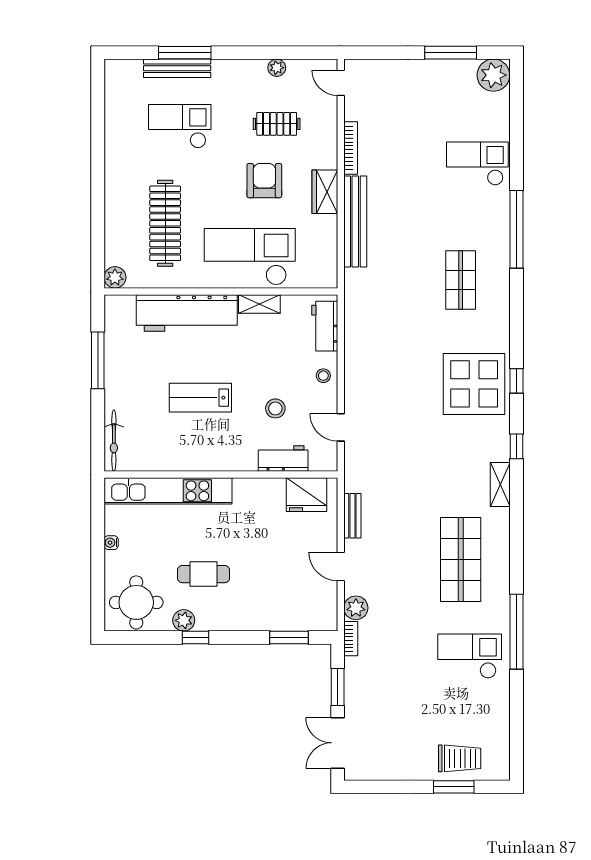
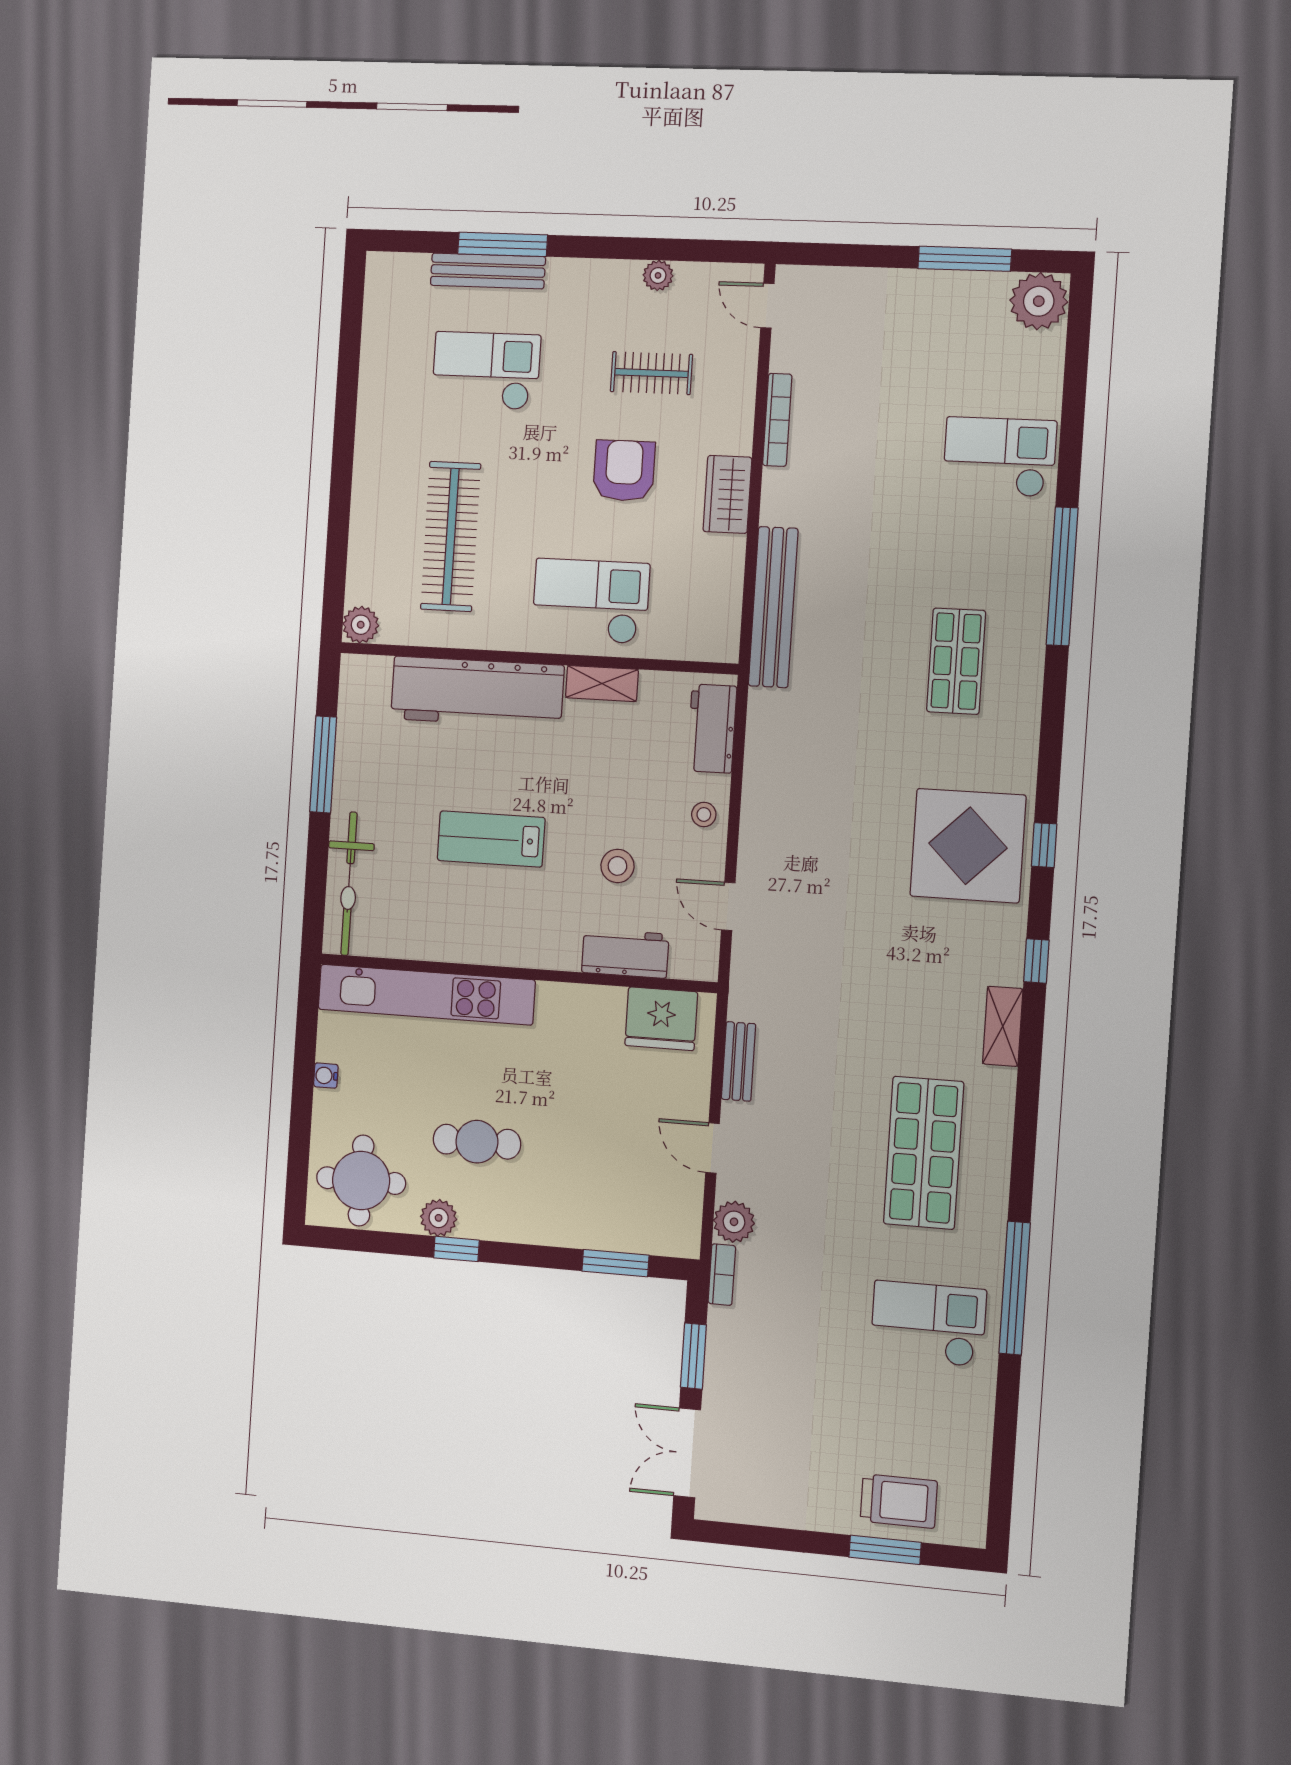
bench: (355, 222) -> (773, 607), moved
checkout: (250, 257) -> (591, 601), width x0.73, depth x0.83
bicycle: (114, 441) -> (349, 884), width x1.37, depth x1.40

